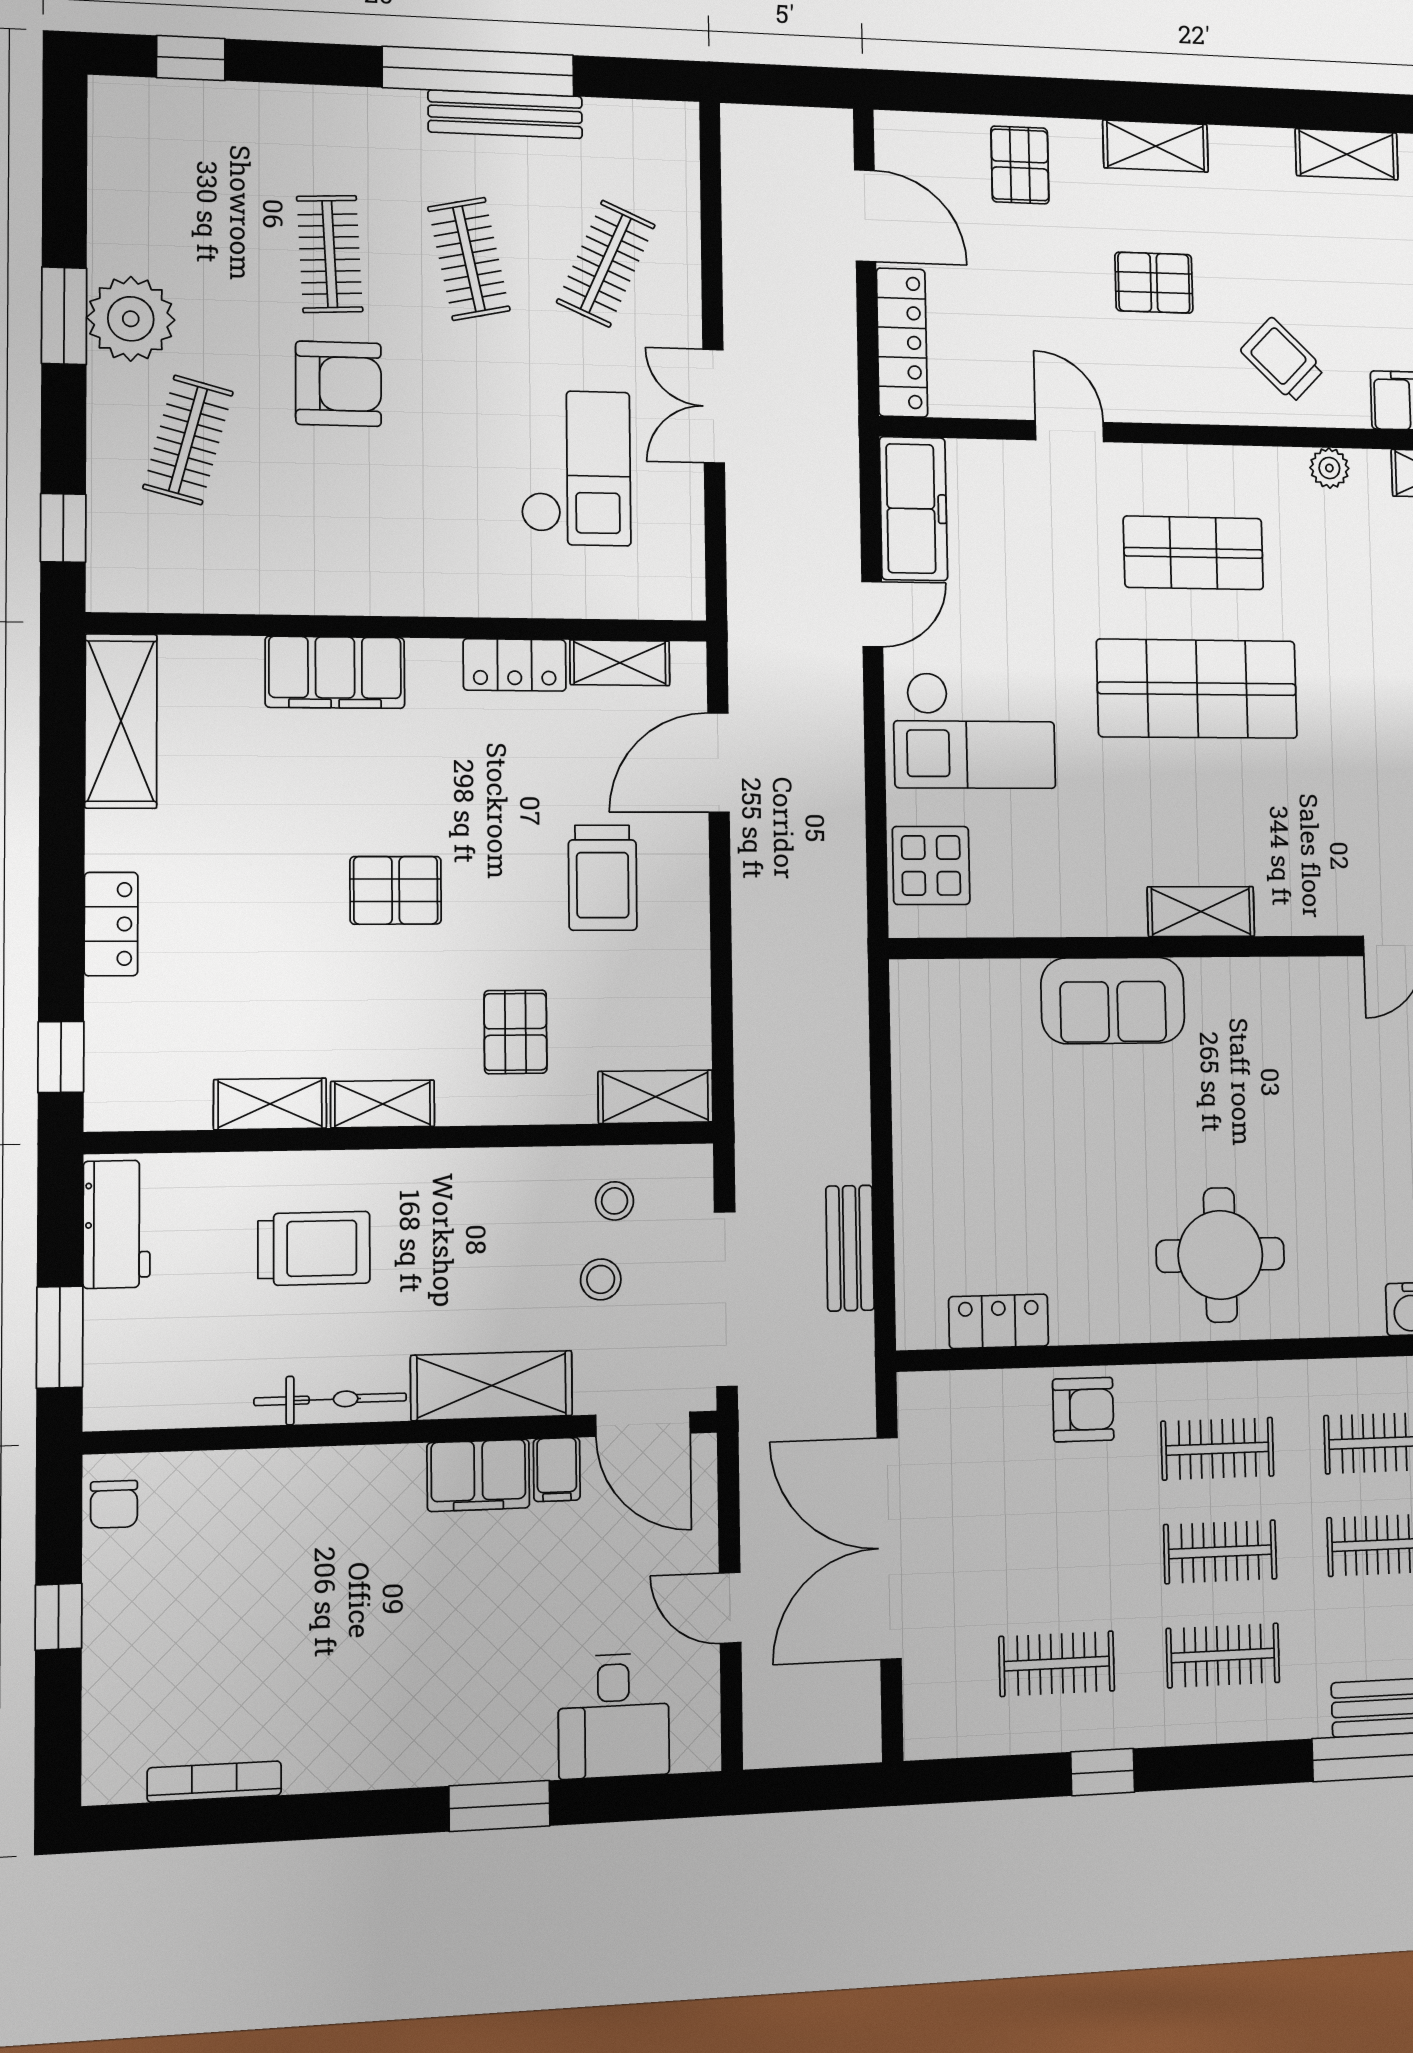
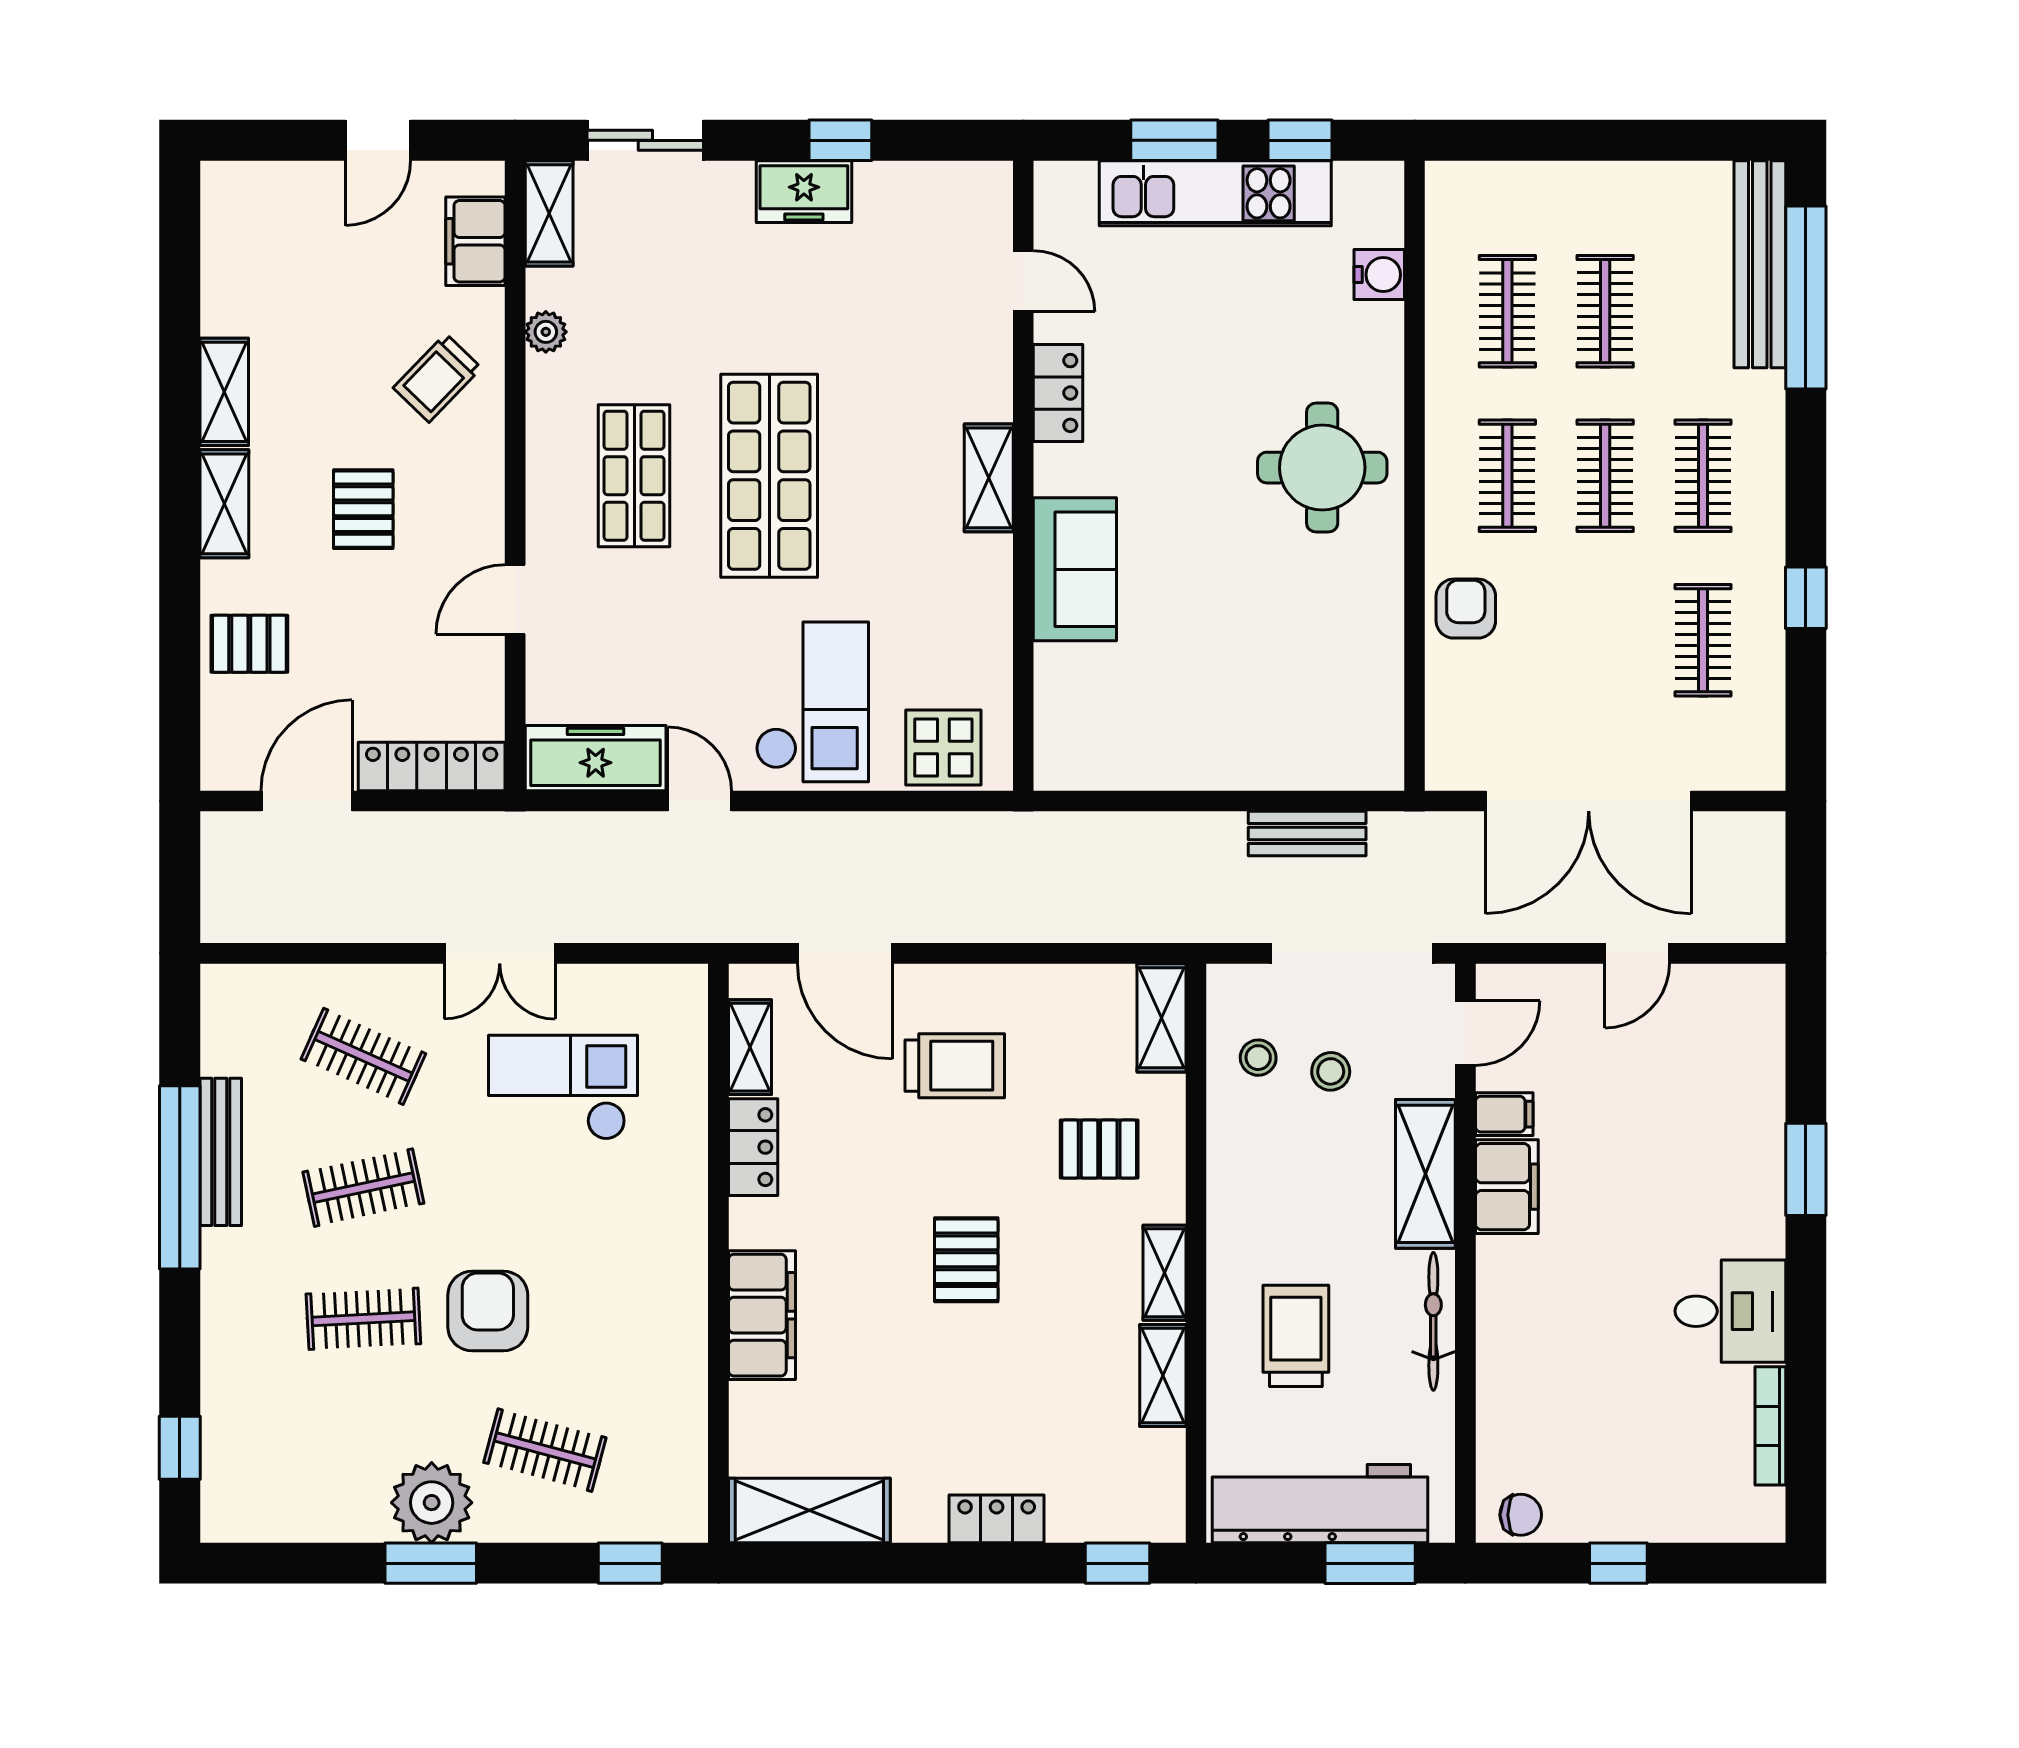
shelving: (1347, 154) -> (224, 392), moved
workbench: (117, 1224) -> (1320, 1504), width x1.88, depth x1.32
locker: (999, 1321) -> (1058, 393), moved, turned 180
door: (643, 1424) -> (1465, 1033), width x0.73
desk: (614, 1716) -> (1730, 1311), moved

